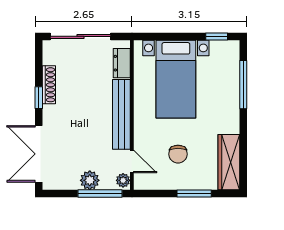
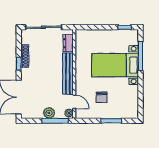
bed with nightstands: (176, 79) -> (115, 65), moved, turned 90
wardrobe: (229, 162) -> (132, 102), removed

